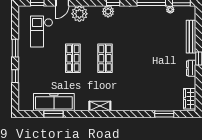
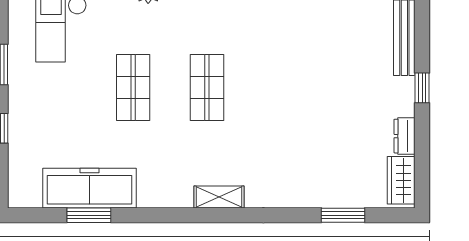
dresser: (191, 68) -> (405, 136), moved
shelving: (100, 106) -> (219, 197), moved

